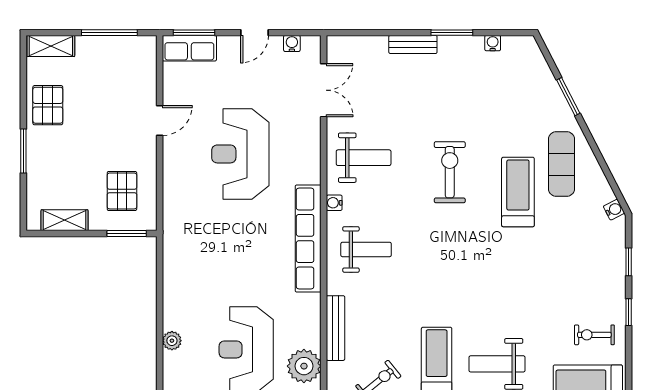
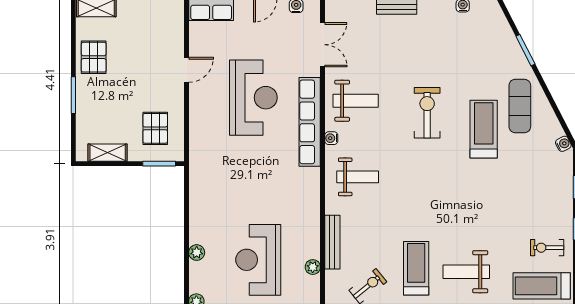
reception desk: (240, 154) -> (253, 98), turned 180
row of seats: (308, 238) -> (310, 122), moved
plant: (304, 366) -> (313, 267), width x0.53, depth x0.53

